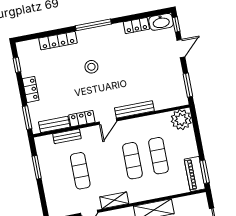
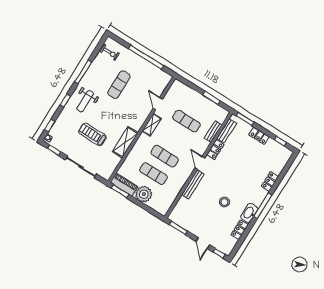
washbasin: (161, 22) -> (249, 213), moved
locker: (58, 41) -> (270, 181), width x0.66
stool: (91, 67) -> (224, 202), moved
plant: (181, 120) -> (144, 194), moved

